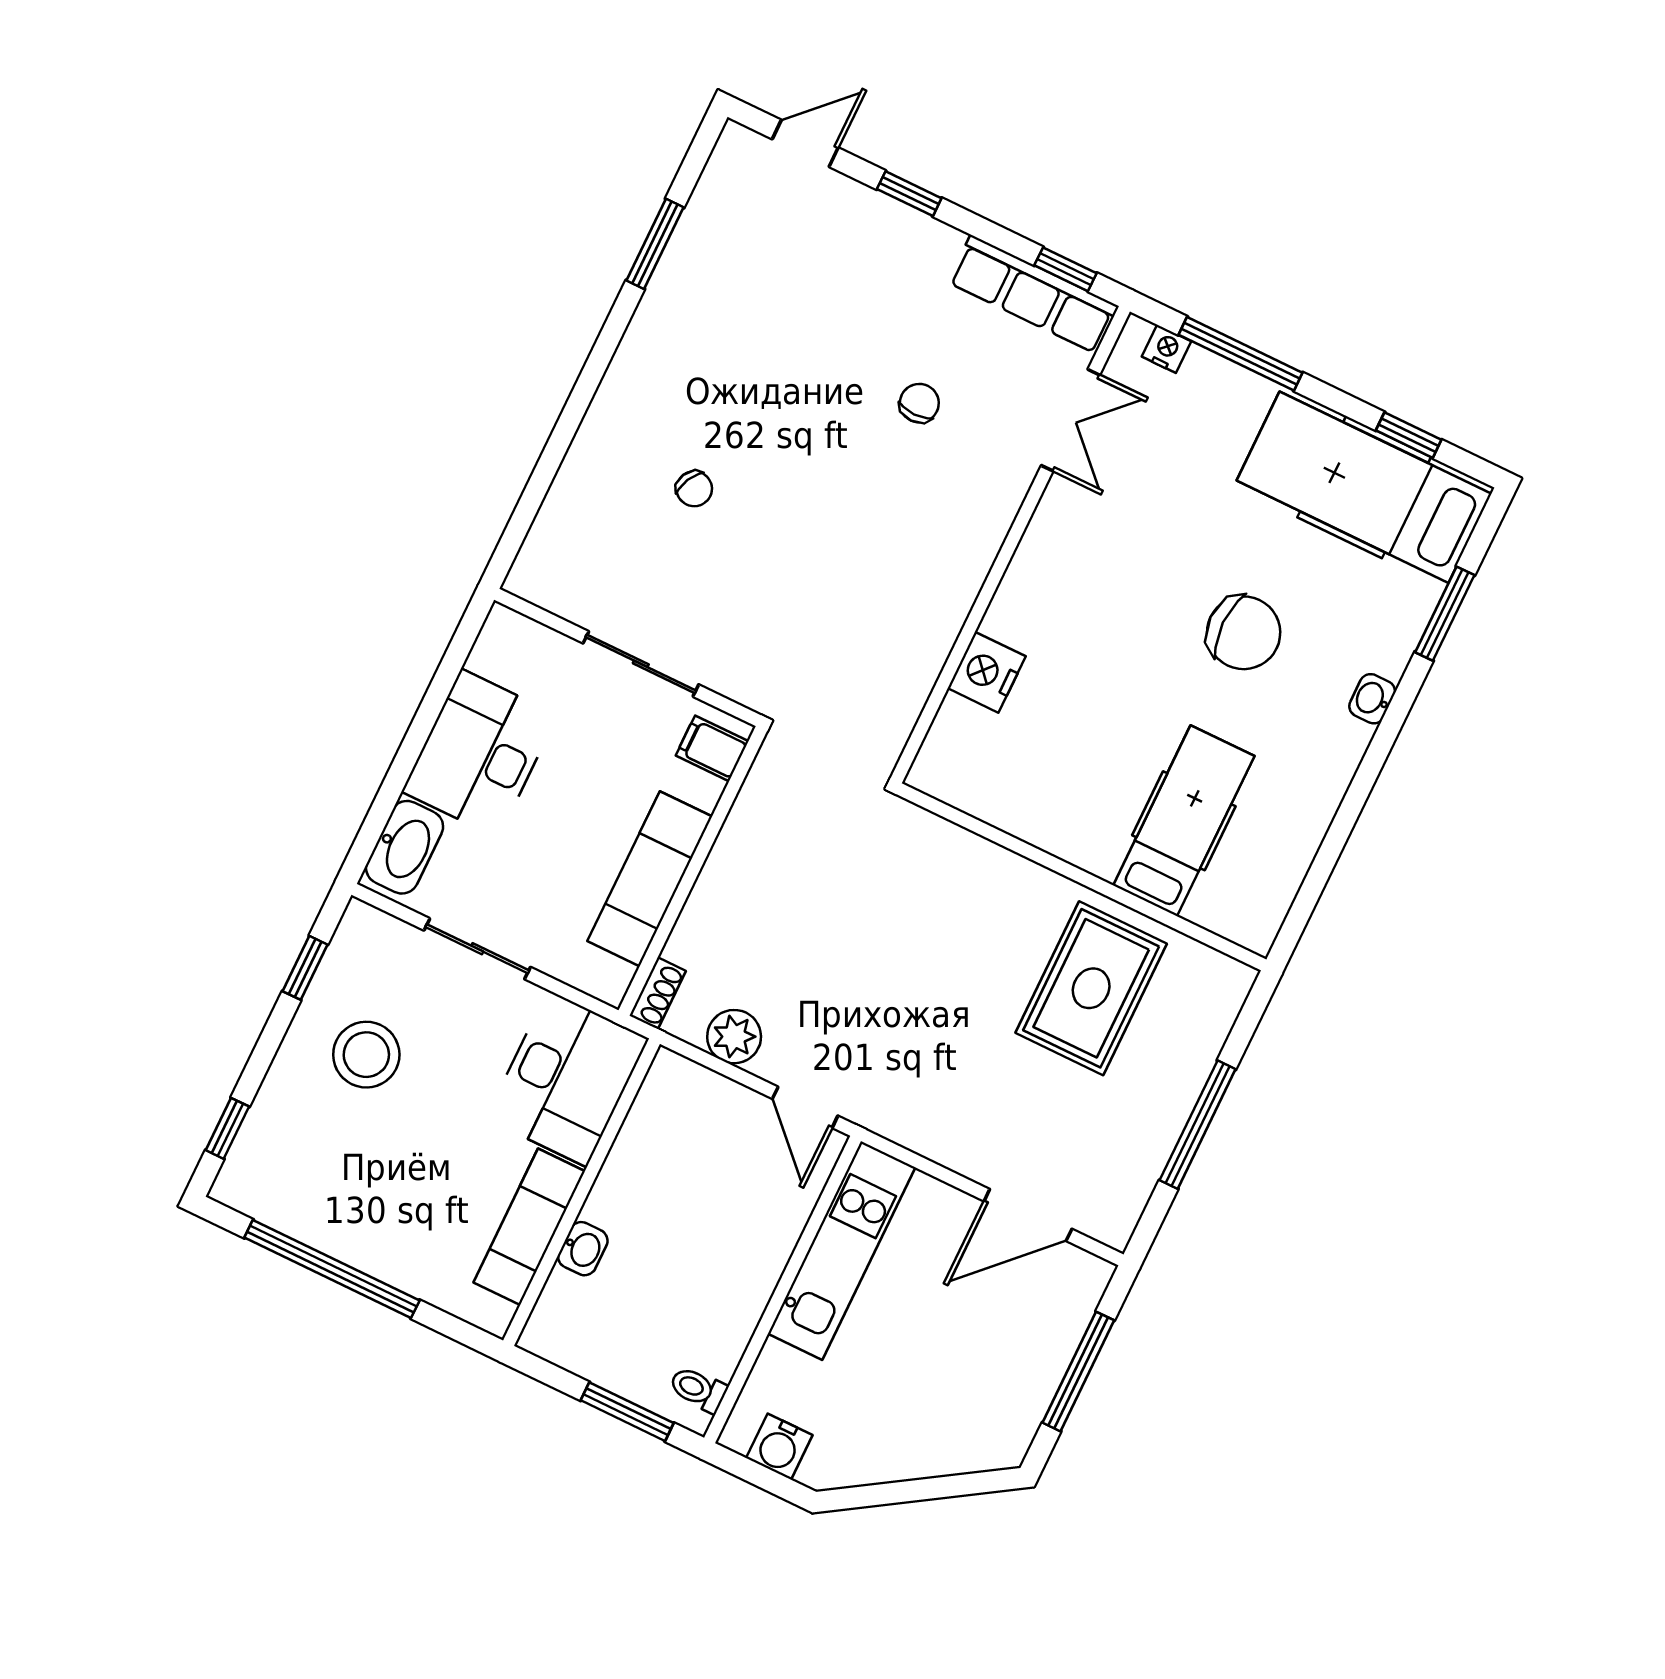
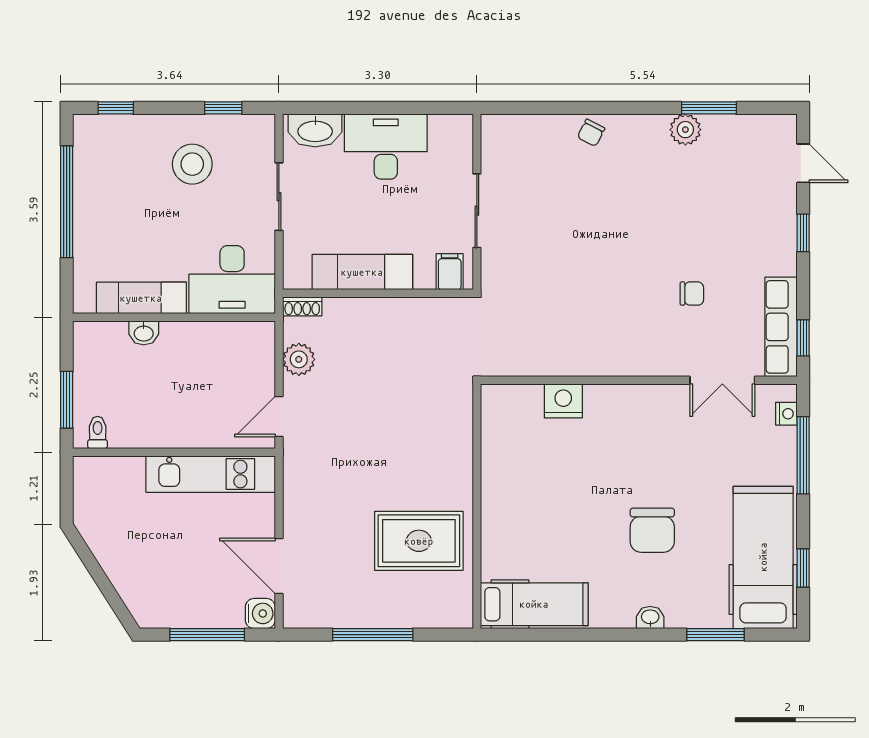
plant: (670, 295) -> (685, 130), added
chair: (694, 489) -> (591, 133), moved
hospital bed: (1184, 821) -> (534, 604), moved
water cooler: (779, 1447) -> (260, 613), moved, turned 180

